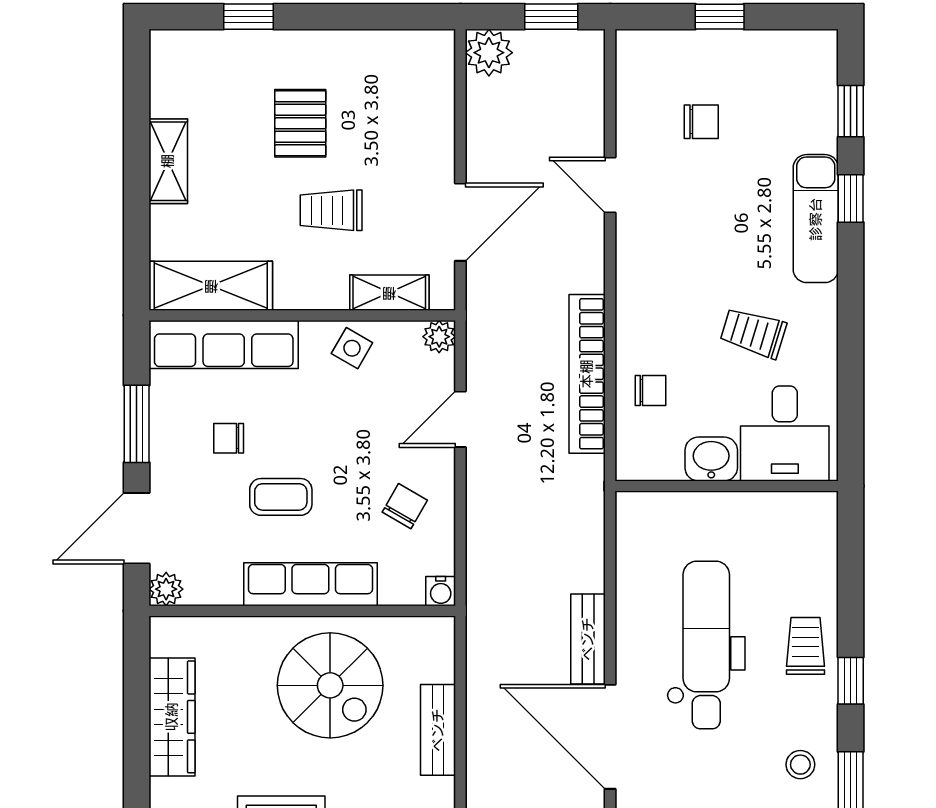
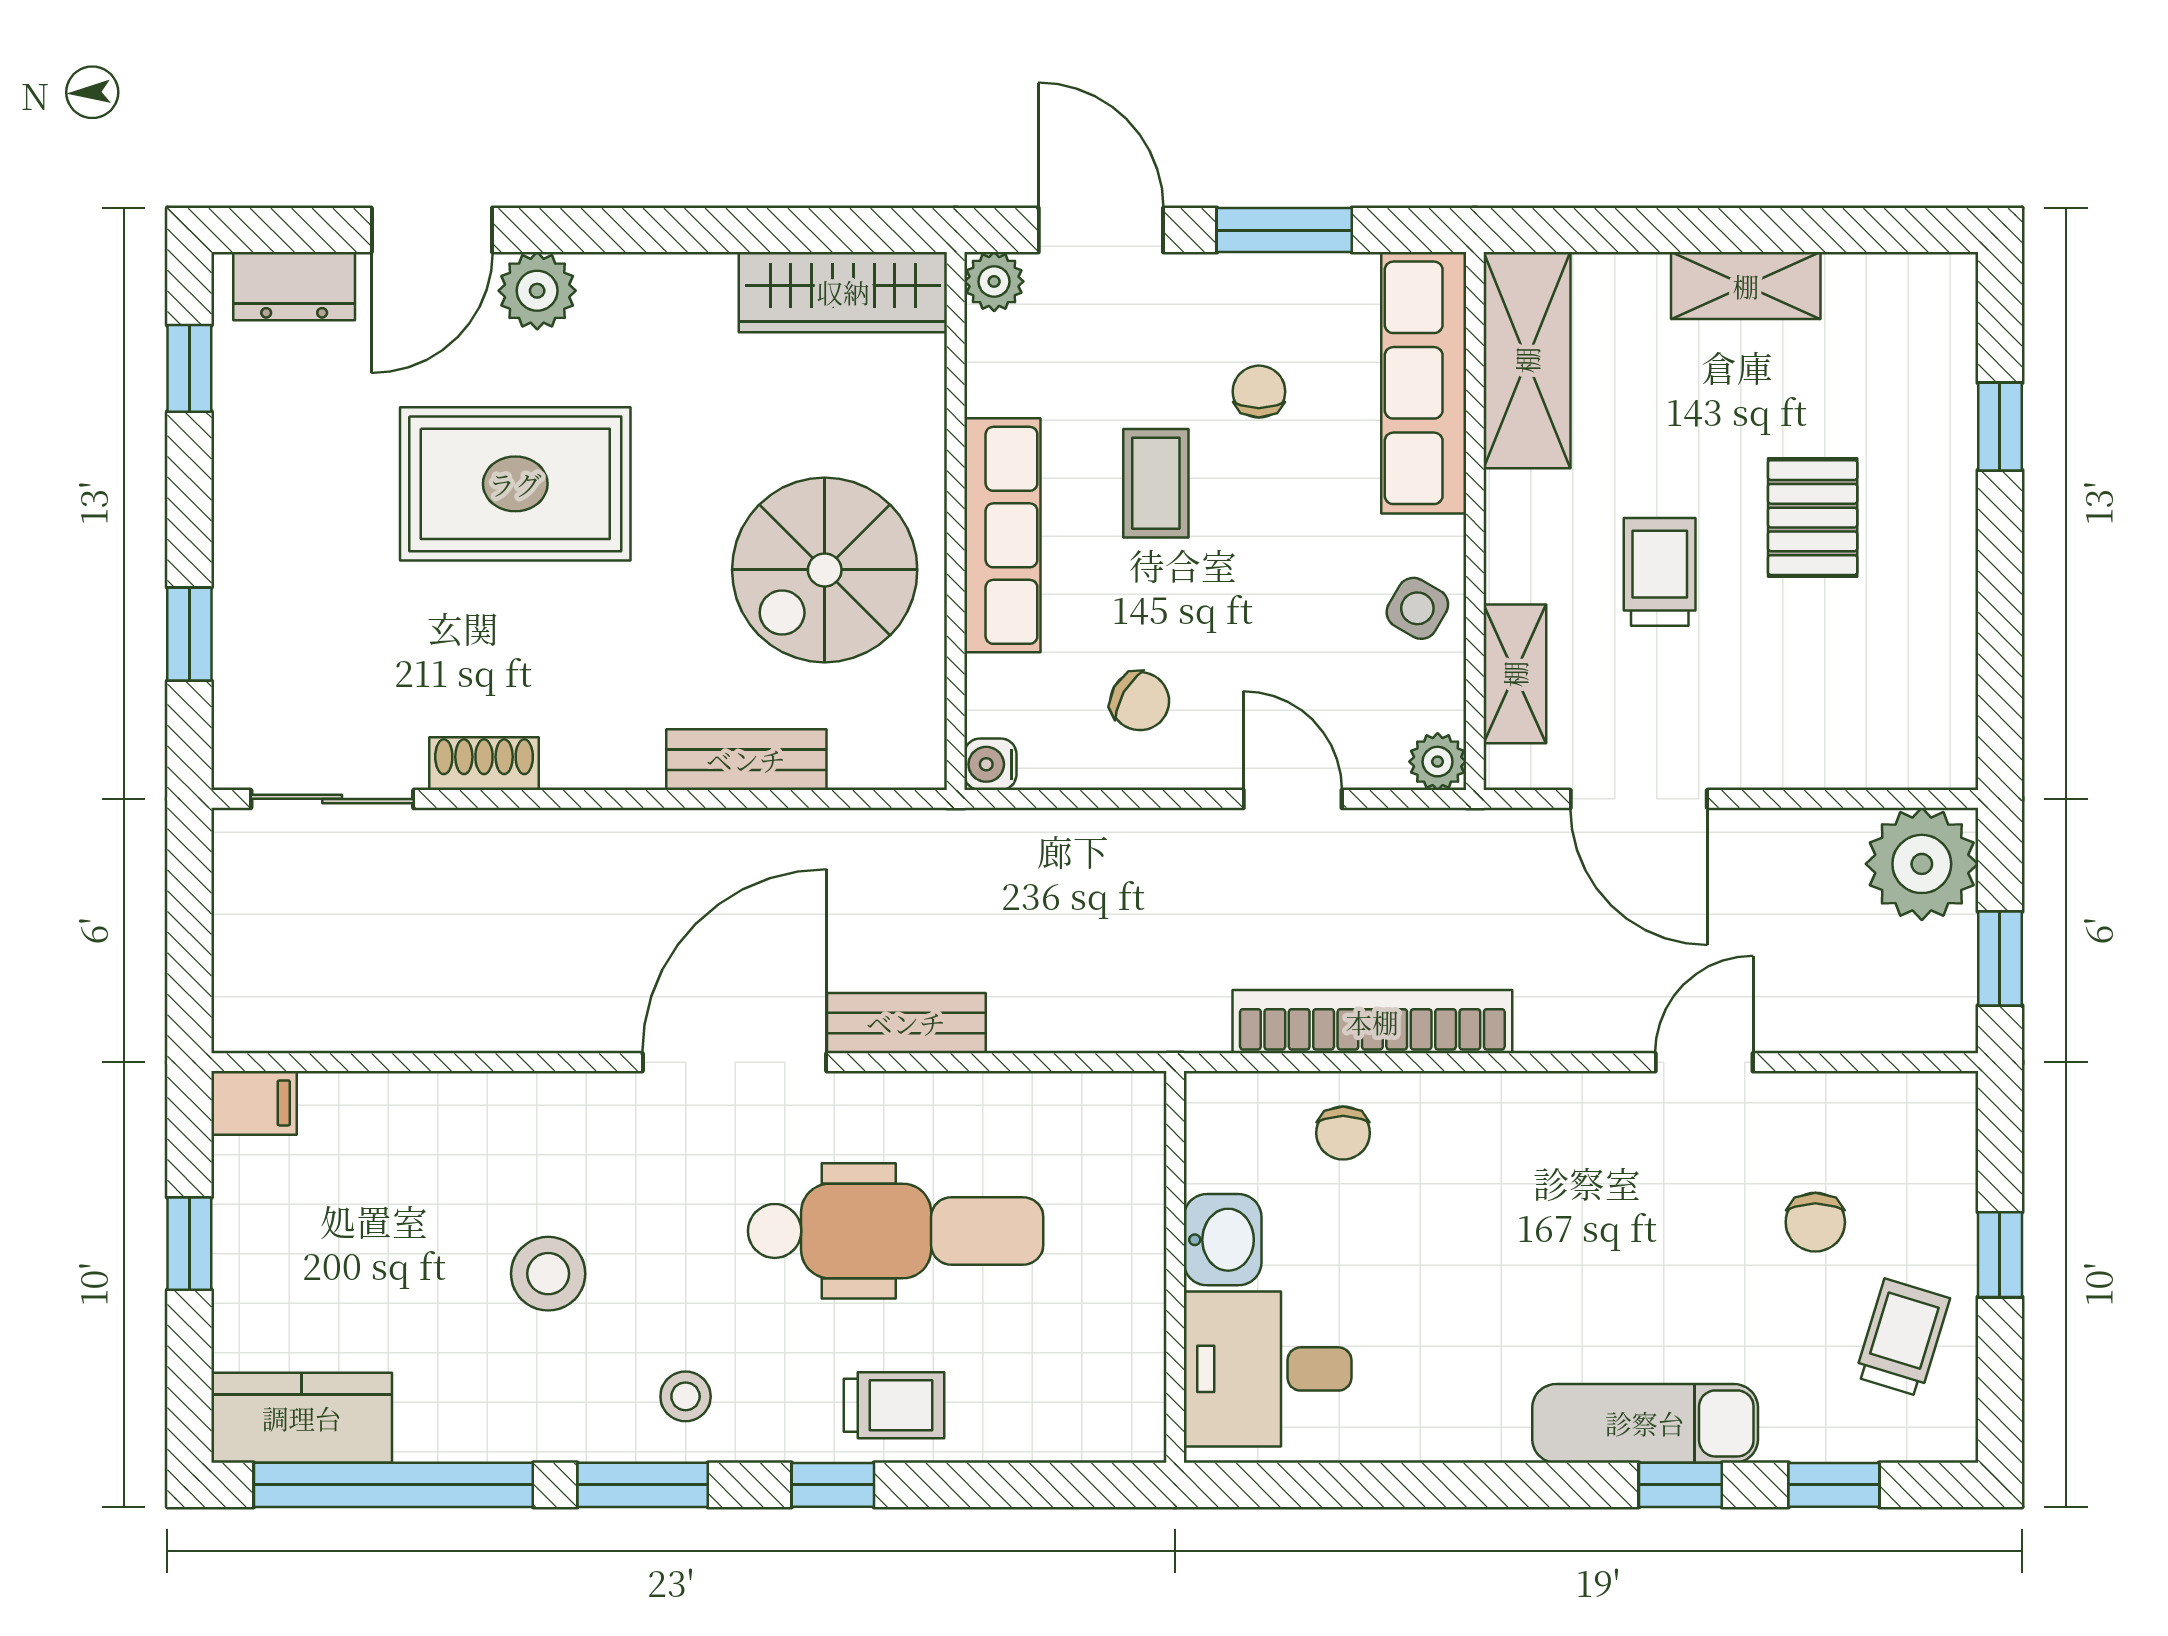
plant: (489, 53) -> (1922, 864), width x1.36, depth x1.36
pallet: (300, 123) -> (1813, 518), turned 90
trolley: (753, 333) -> (1902, 1338), moved
wardrobe: (172, 717) -> (843, 292), moved

